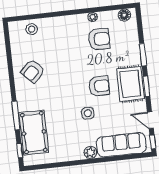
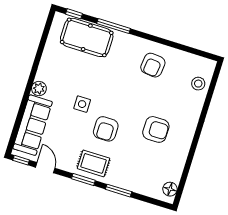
plant: (93, 17) -> (183, 154), removed
armchair: (99, 39) -> (156, 129), moved, turned -90
armchair: (33, 71) -> (153, 65), turned -129
rug: (130, 84) -> (94, 163), width x0.73, depth x0.70
door: (150, 120) -> (45, 168), hinge flipped

